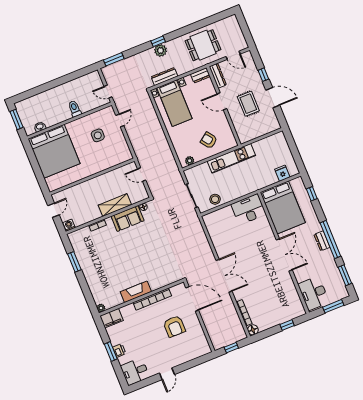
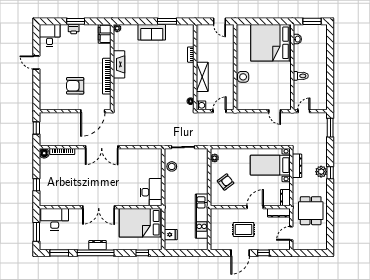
side table: (98, 135) -> (243, 77), moved
kitchen unit: (231, 158) -> (202, 216), moved
sofa: (128, 218) -> (152, 32), moved, turned -90
washing machine: (69, 225) -> (201, 105), moved

